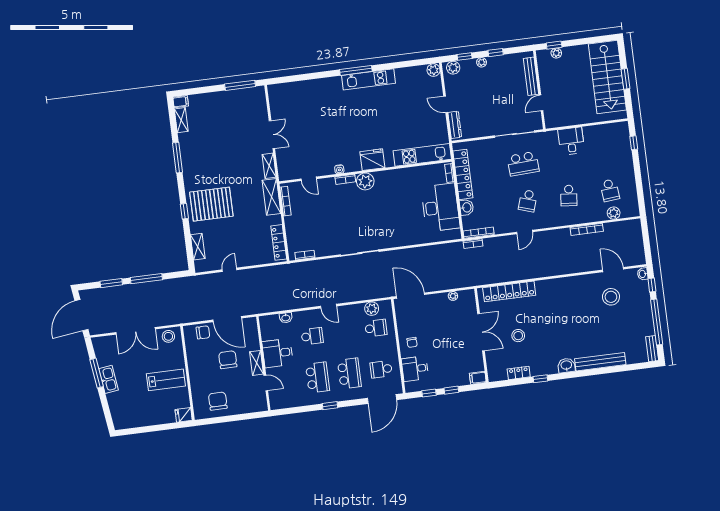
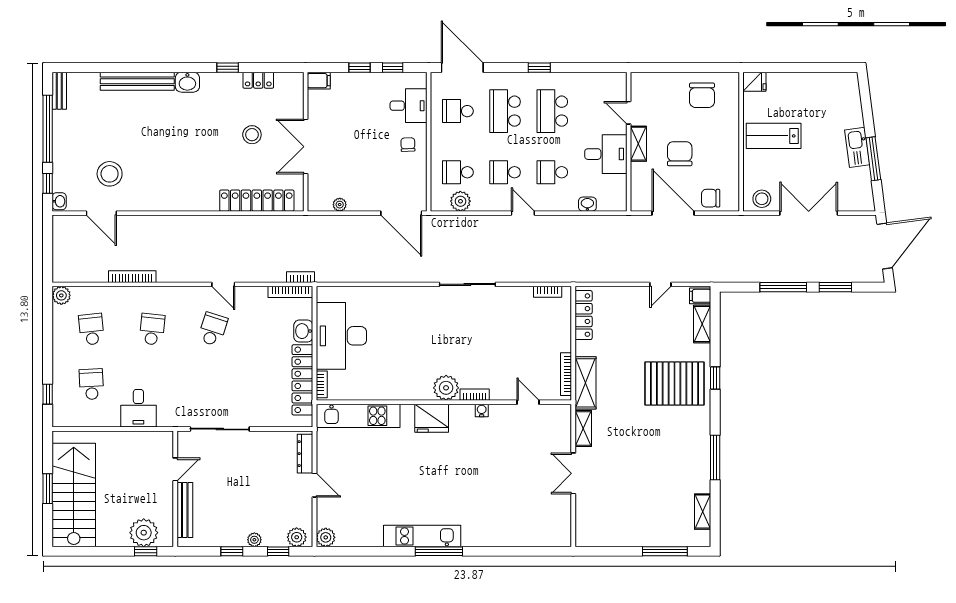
plant: (556, 53) -> (144, 533), width x1.87, depth x1.87
window: (240, 85) -> (665, 551), moved
filing cabinet: (181, 102) -> (700, 296), moved
school desk: (523, 164) -> (91, 384), moved, width x0.54
plant: (614, 213) -> (61, 295), moved
door: (525, 232) -> (223, 284), swing flipped
school desk: (344, 332) -> (505, 172), added
chair: (228, 360) -> (680, 154), turned 180
school desk: (381, 369) -> (458, 111), turned 180
door: (382, 399) -> (462, 68), hinge flipped

